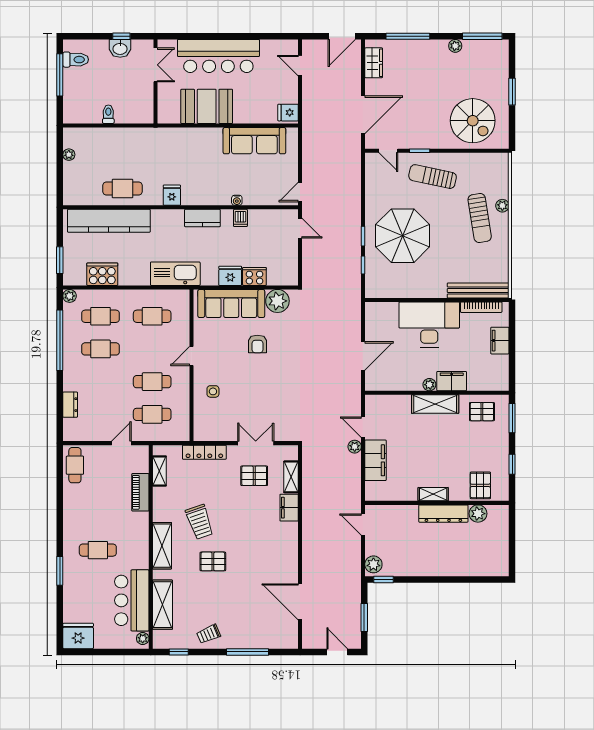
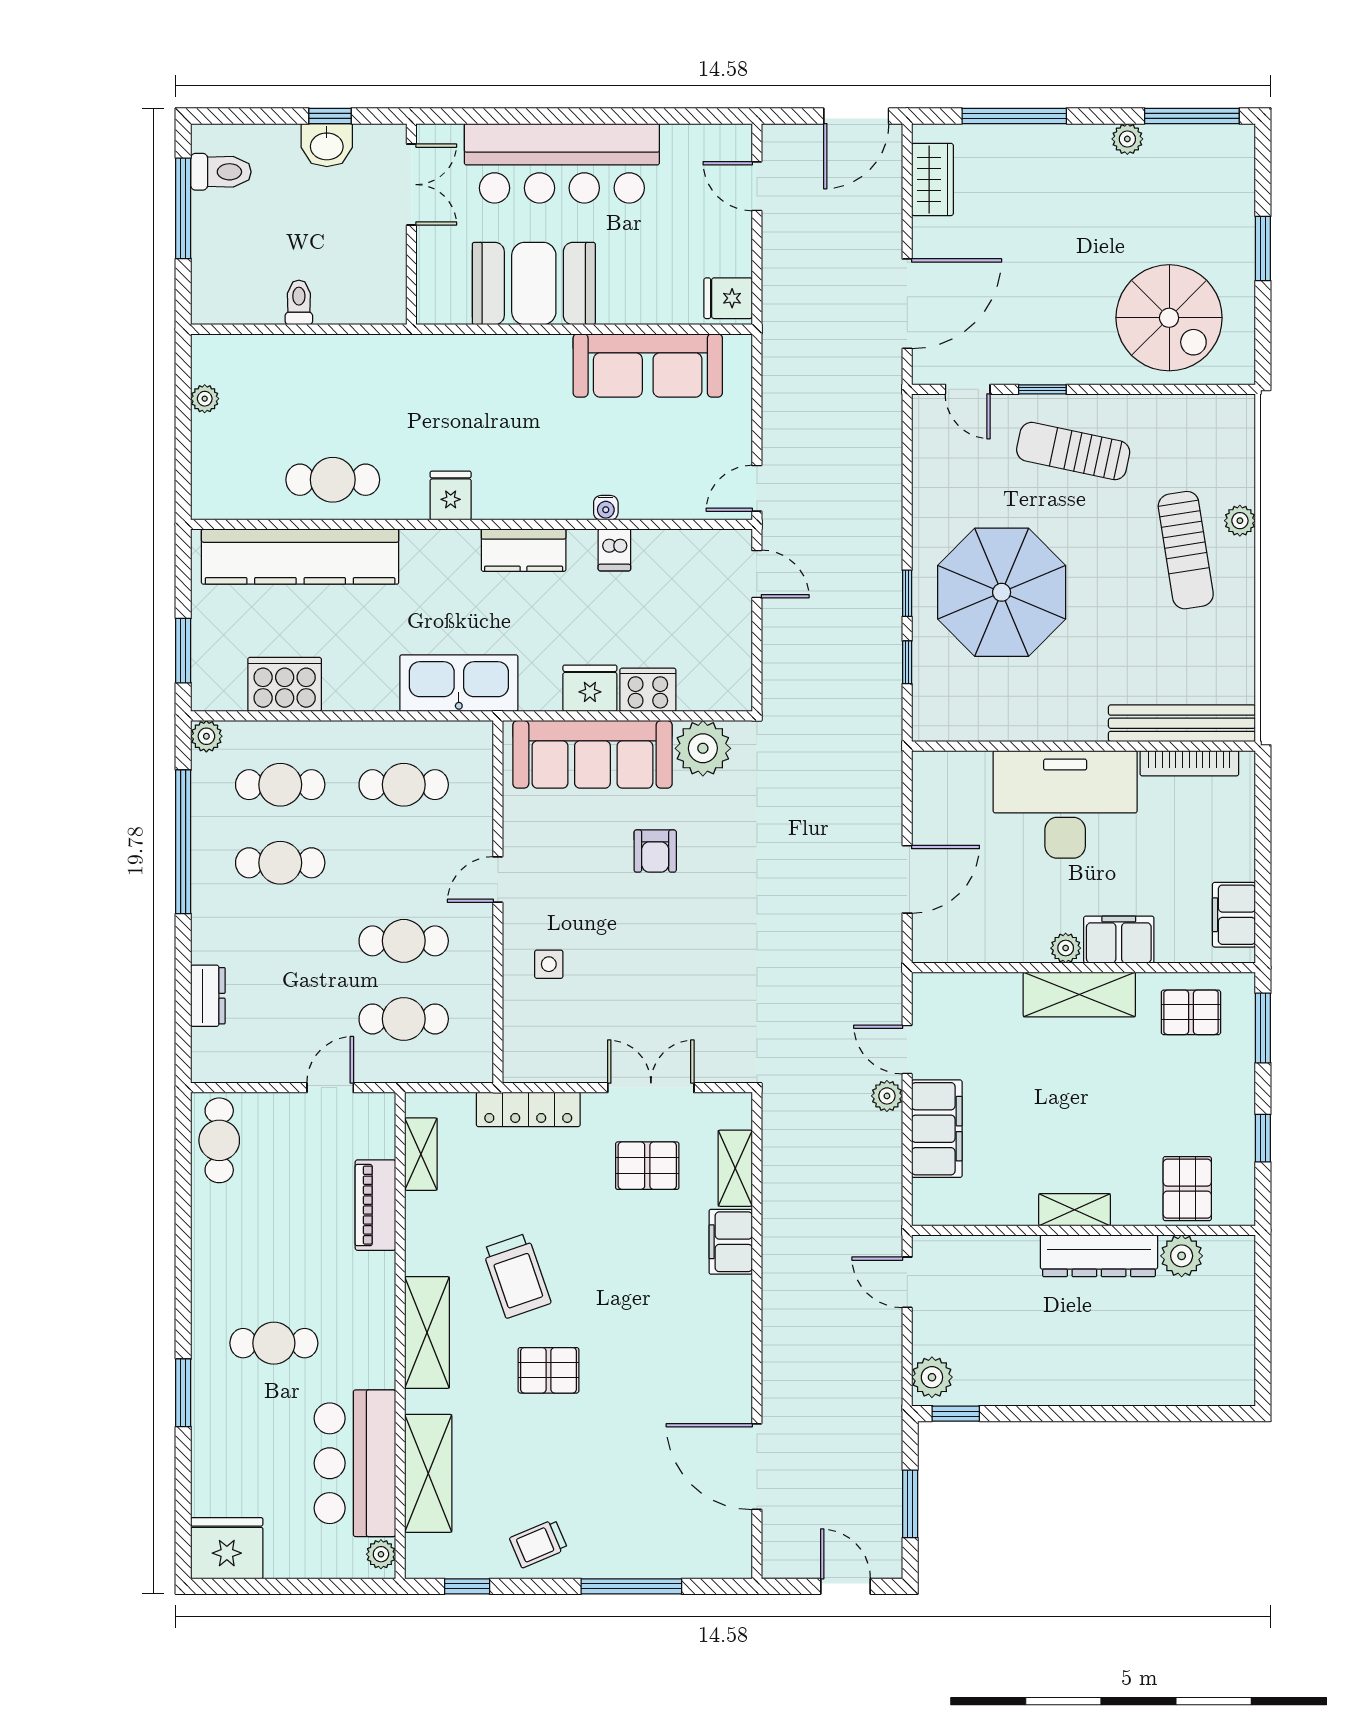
filing cabinet: (500, 341) -> (1234, 915), moved

